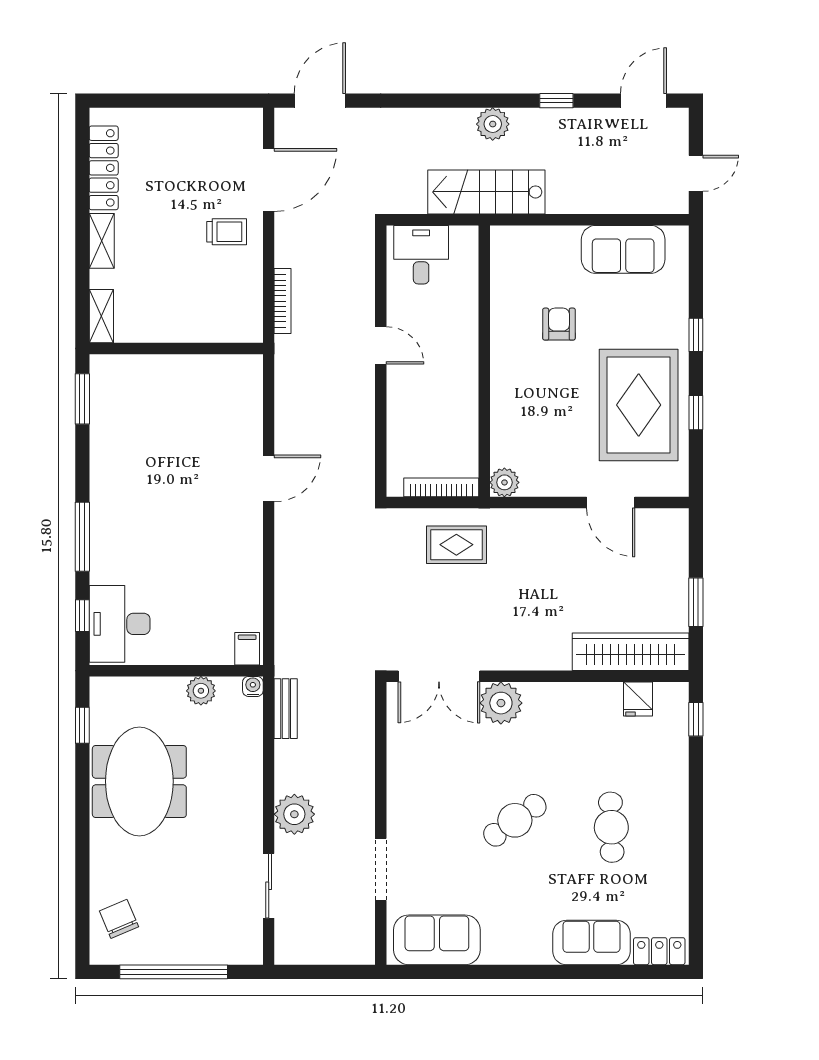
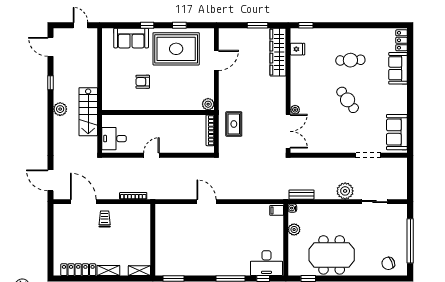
sofa: (623, 249) -> (131, 38), moved, turned 90
plant: (501, 703) -> (295, 110), width x0.53, depth x0.53

